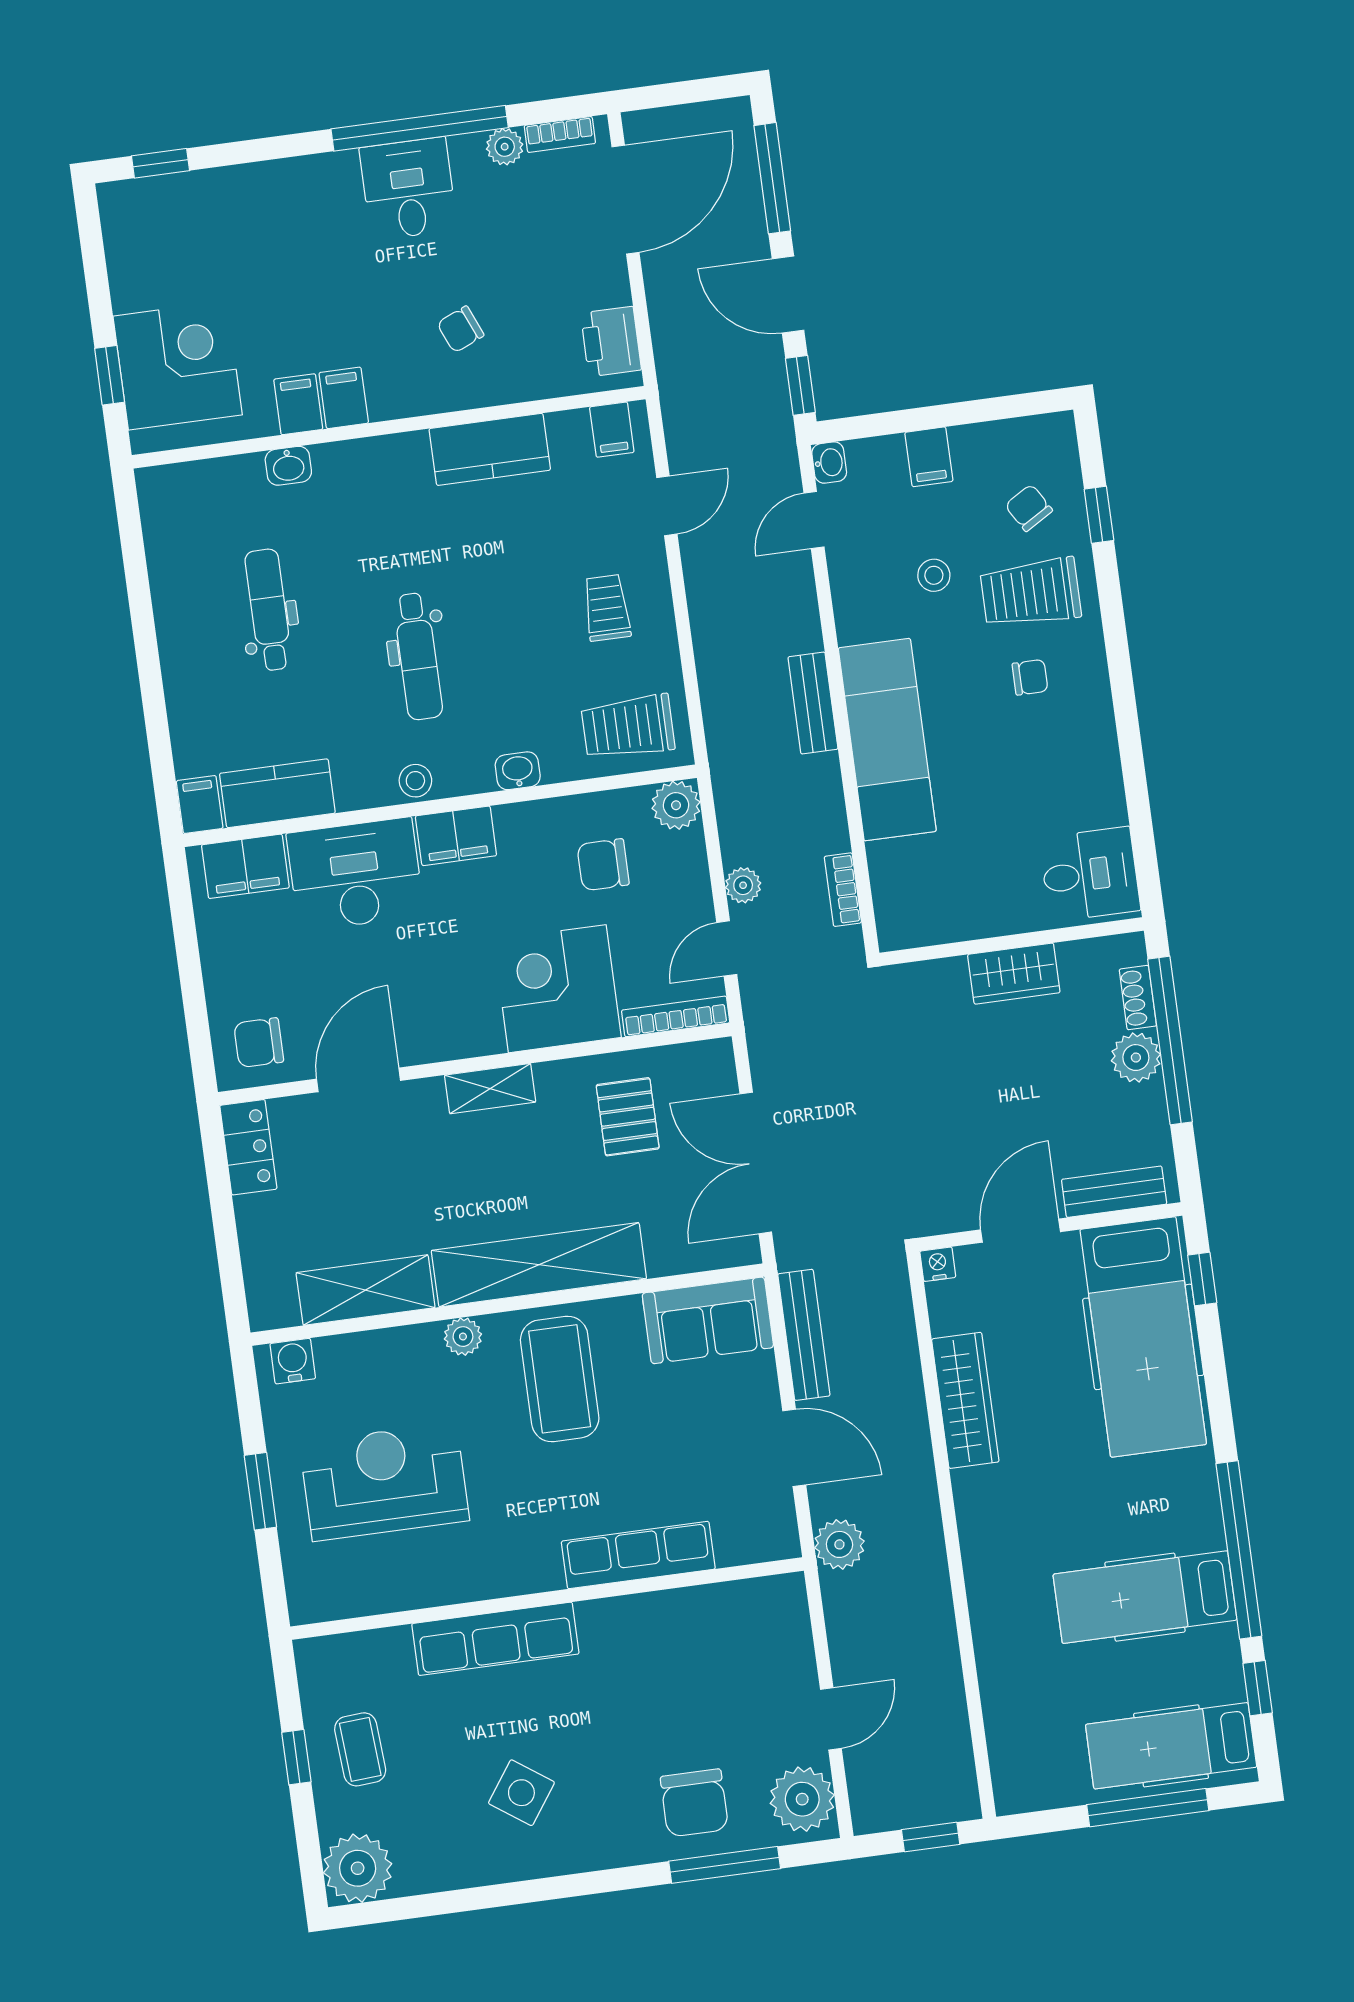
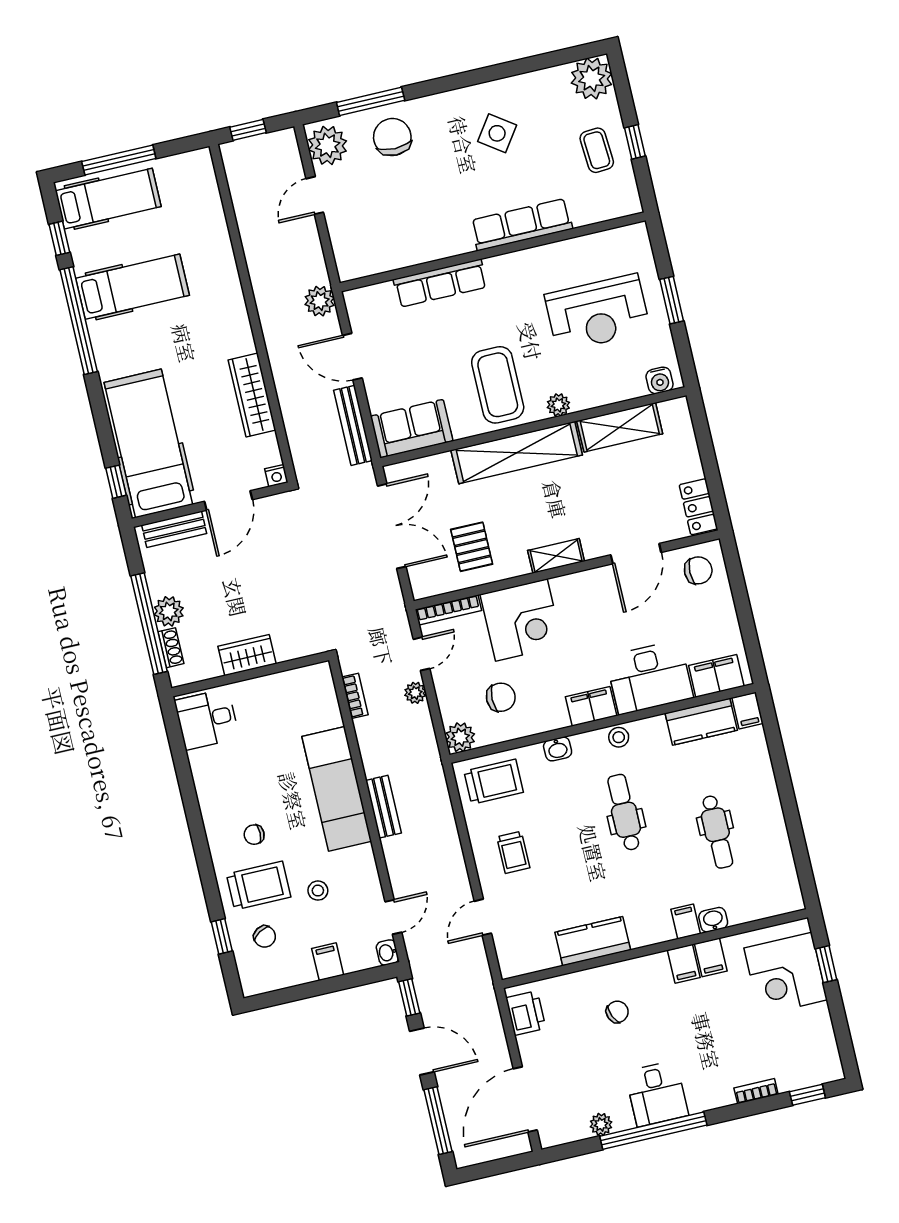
bookcase: (560, 134) -> (756, 1091), moved
filing cabinet: (612, 430) -> (686, 922), moved

